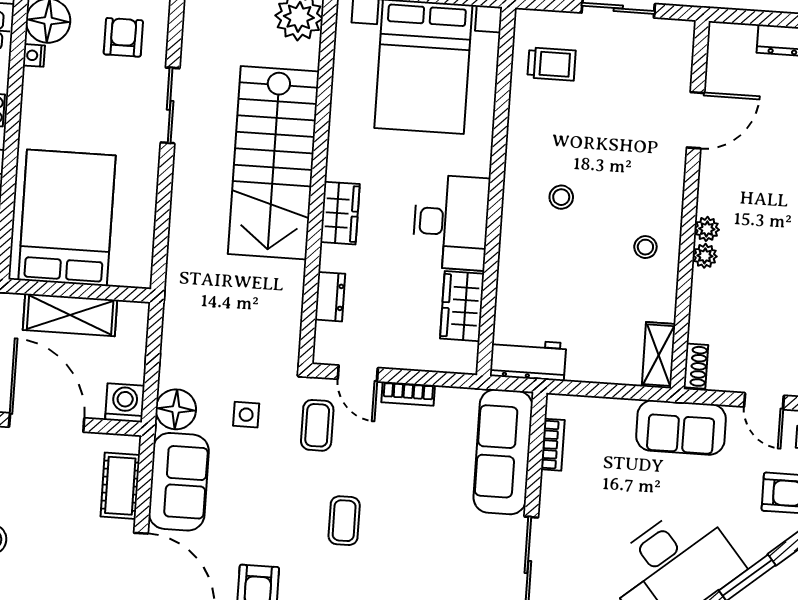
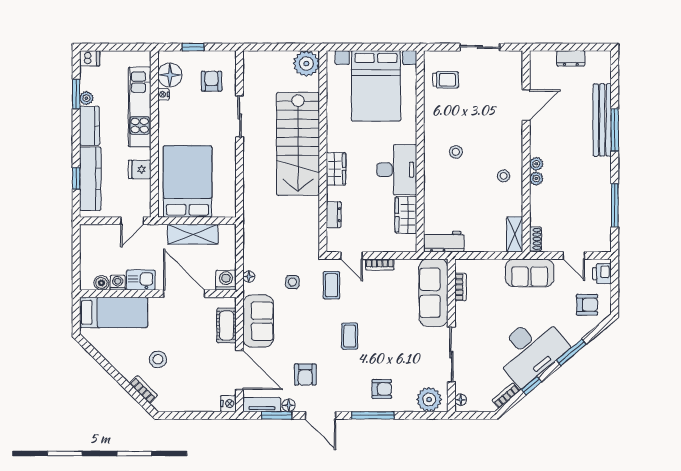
floor lamp: (176, 409) -> (249, 277), width x0.53, depth x0.53

